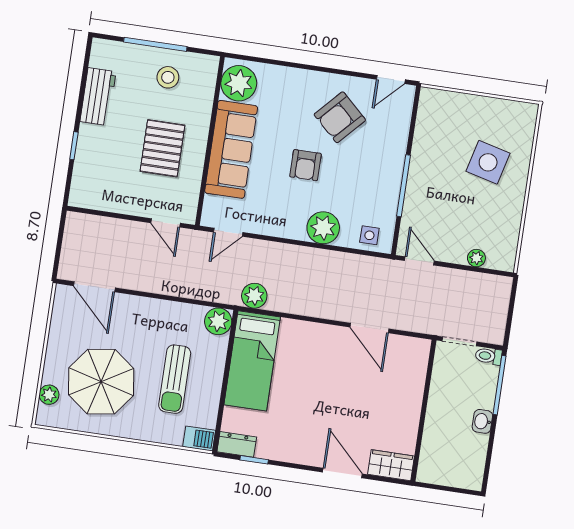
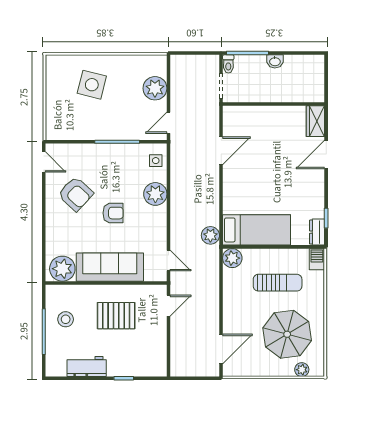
plant: (476, 258) -> (155, 88), width x1.88, depth x1.88

